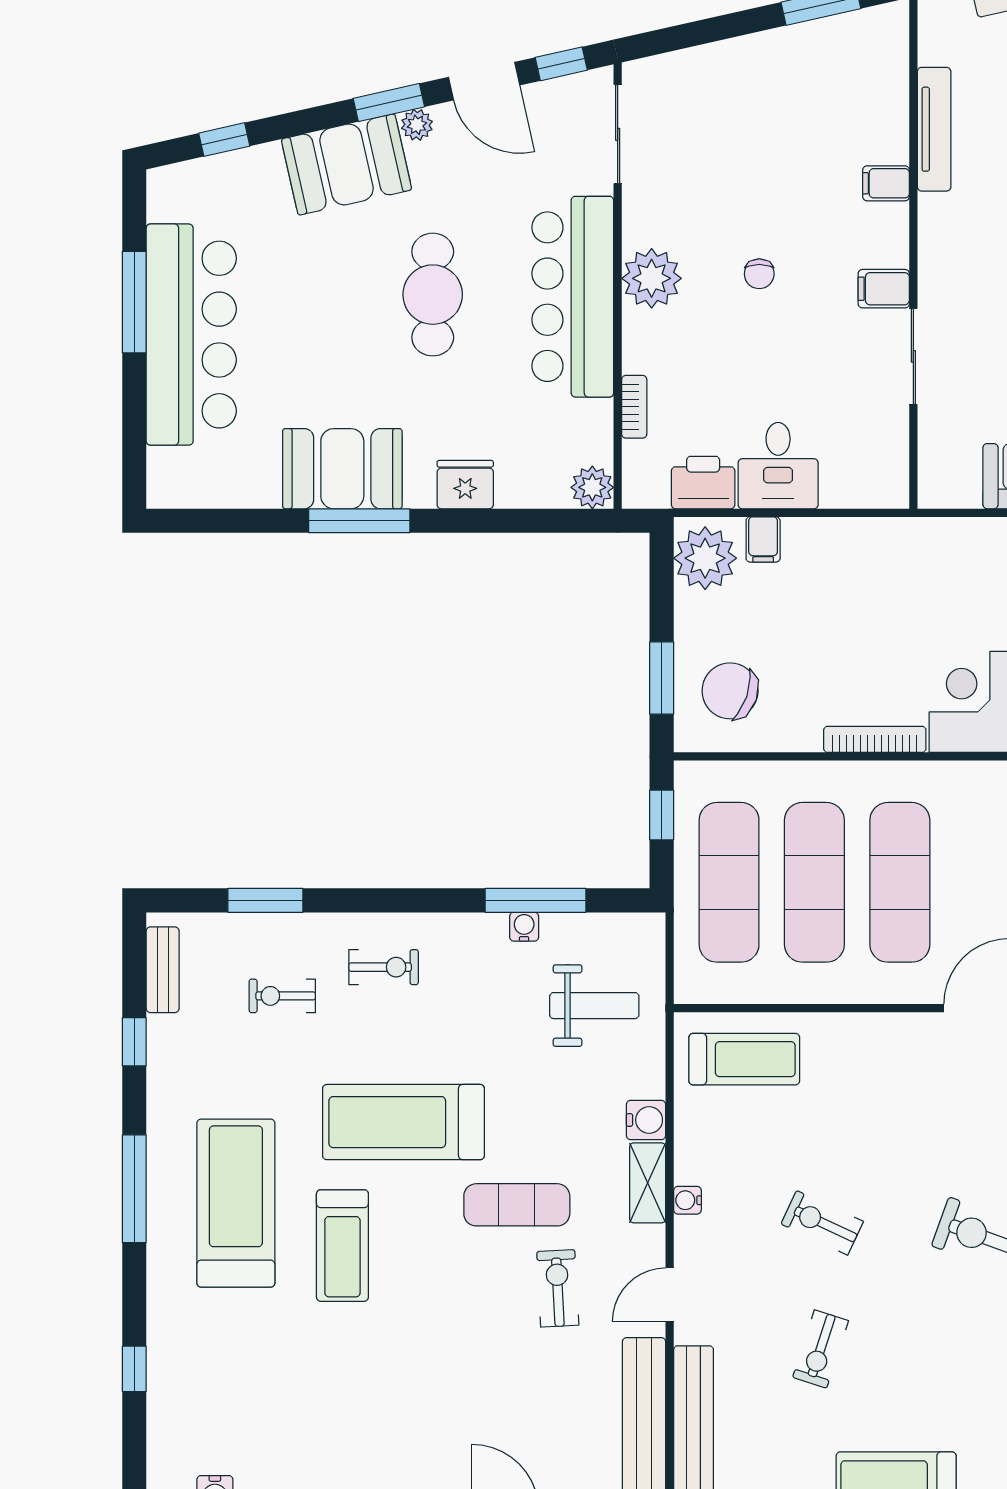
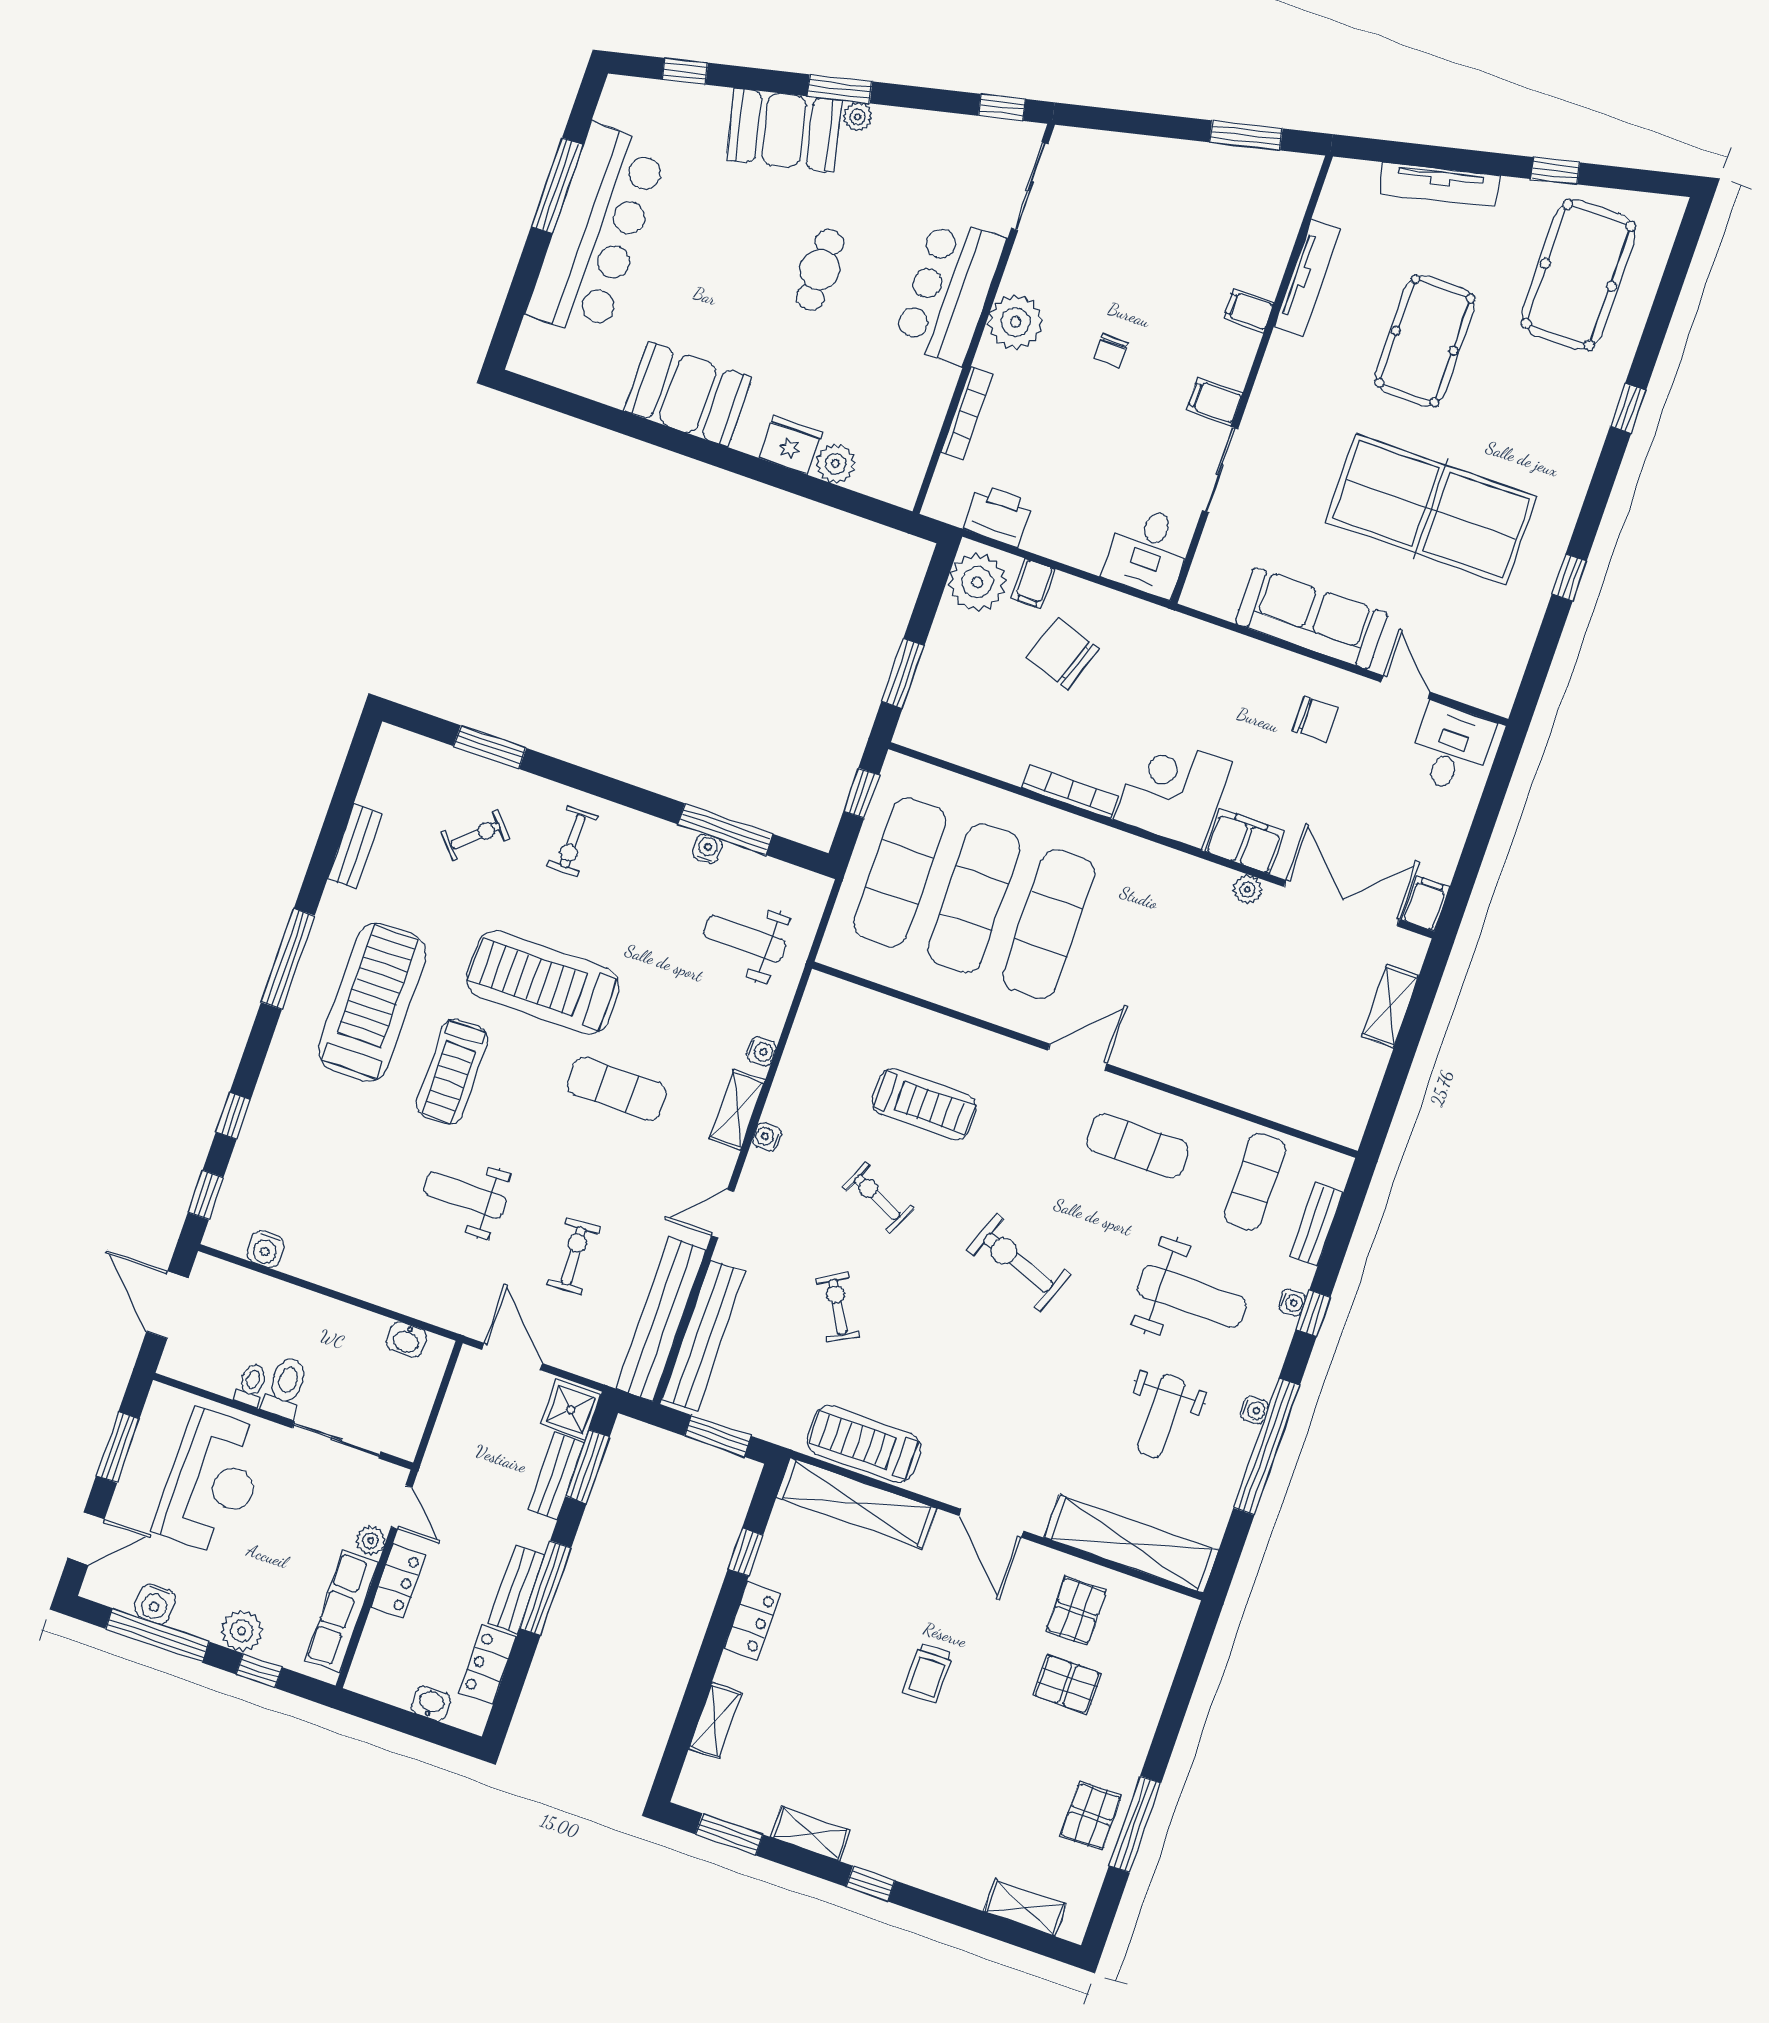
door: (484, 81) -> (929, 99), removed
cafe table: (433, 295) -> (820, 270), width x0.73, depth x0.74
bar counter: (573, 297) -> (949, 291), width x0.73
bookcase: (634, 407) -> (967, 413), width x1.56
desk: (778, 466) -> (1148, 551), moved
plant: (592, 487) -> (835, 464), moved
window: (359, 521) -> (687, 445), removed
chair: (730, 691) -> (1063, 653), moved
exercise bike: (384, 967) -> (573, 841), turned 90
bench: (163, 970) -> (355, 846), moved
exercise bike: (282, 996) -> (476, 836), turned 138
weight bench: (594, 1006) -> (745, 939), turned 180
window: (134, 1042) -> (206, 1195), moved
treadmill: (744, 1059) -> (924, 1104), moved
water cooler: (646, 1120) -> (761, 1051), width x0.72, depth x0.72
exercise bike: (558, 1288) -> (574, 1256), moved
exercise bike: (821, 1349) -> (838, 1307), turned 133
weight bench: (399, 1368) -> (465, 1195), added

